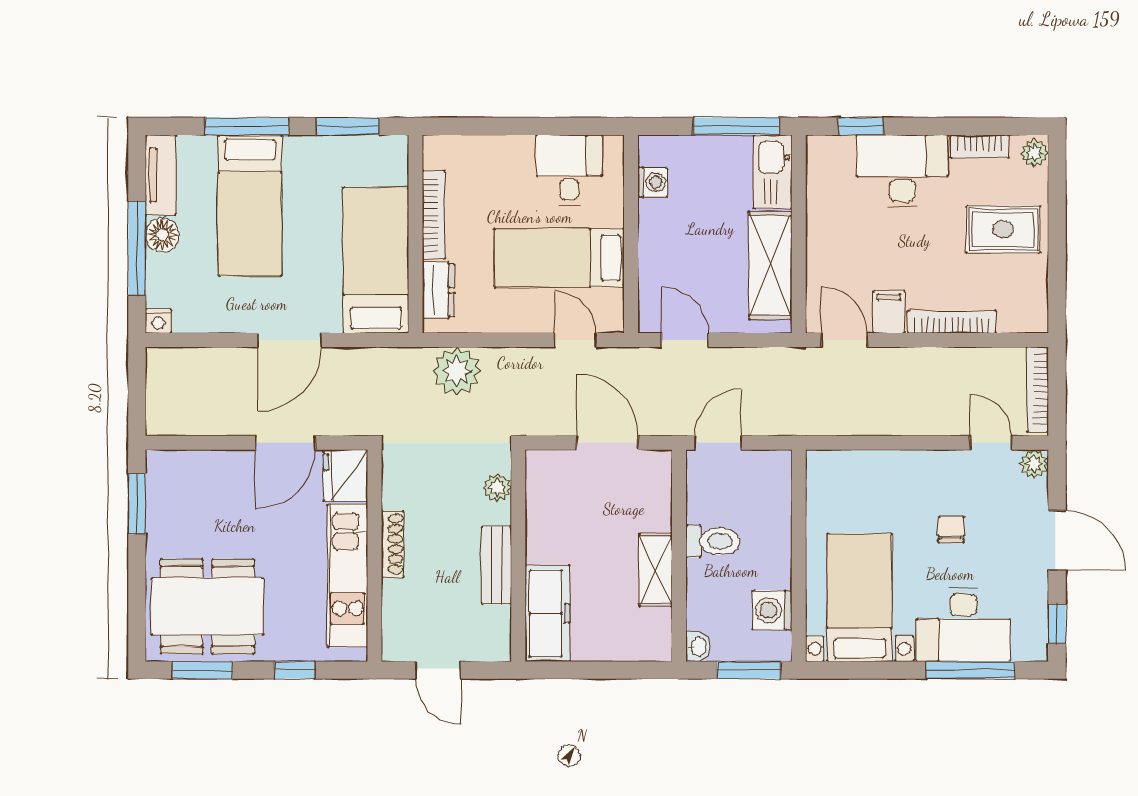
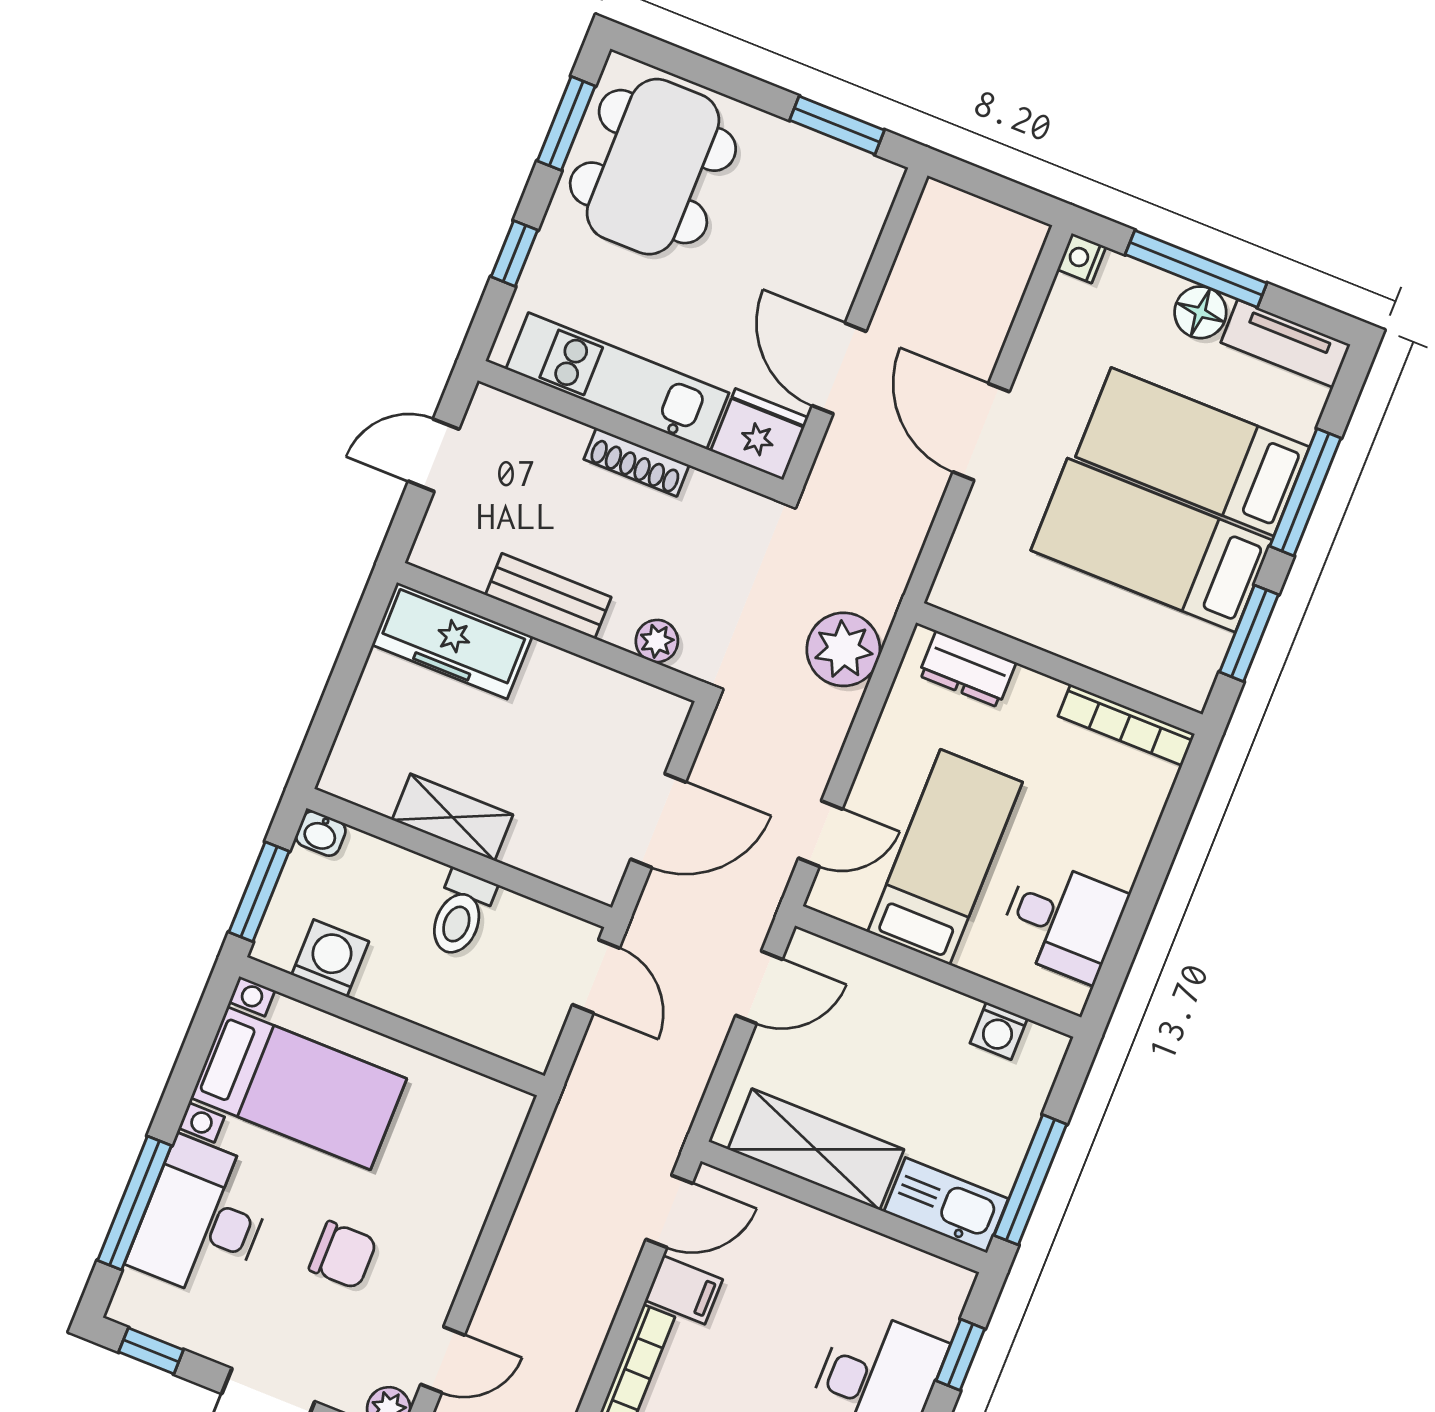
bookcase: (434, 215) -> (1126, 725), moved
bed: (376, 260) -> (1151, 545), moved, turned 180
chair: (951, 530) -> (343, 1255), width x1.37, depth x1.37

